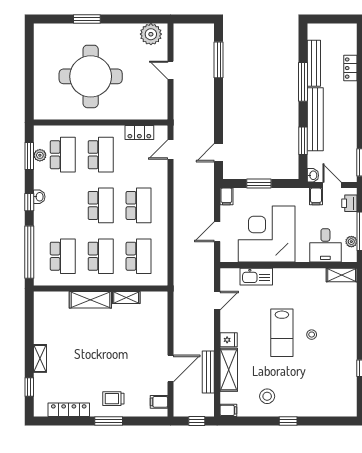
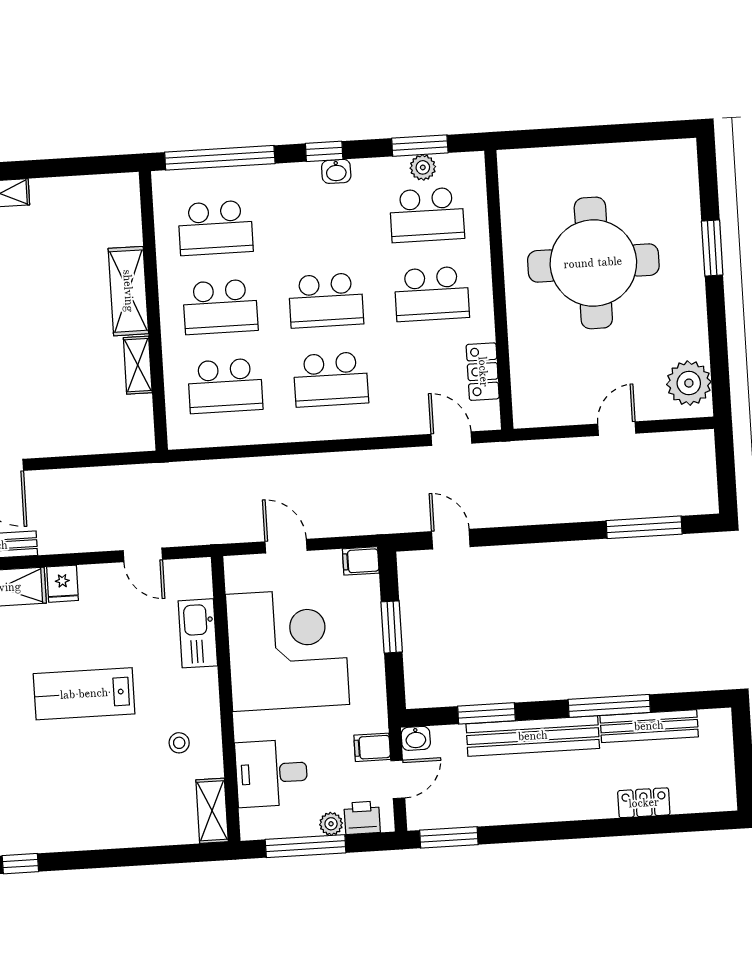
plant: (351, 242) -> (331, 824), moved
stool: (312, 335) -> (179, 743), moved

